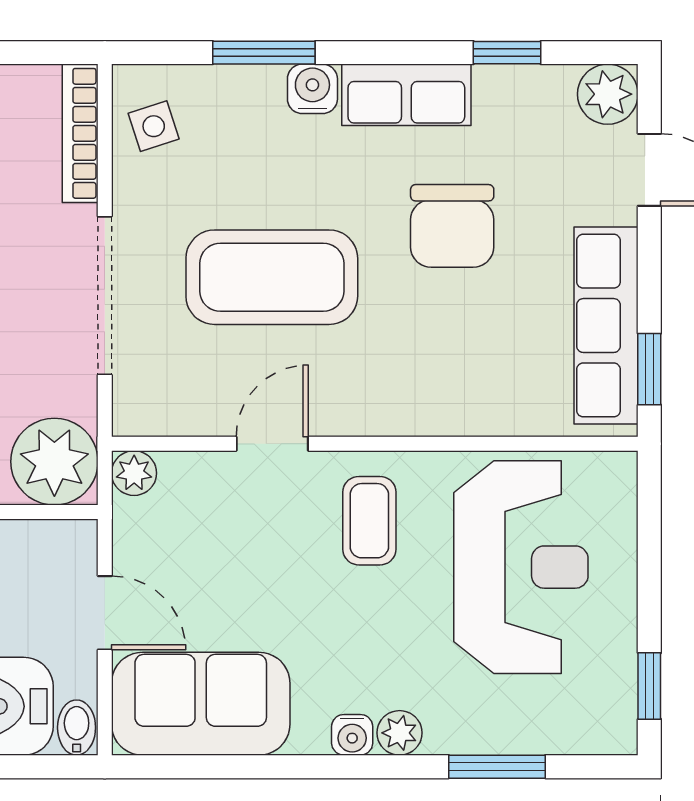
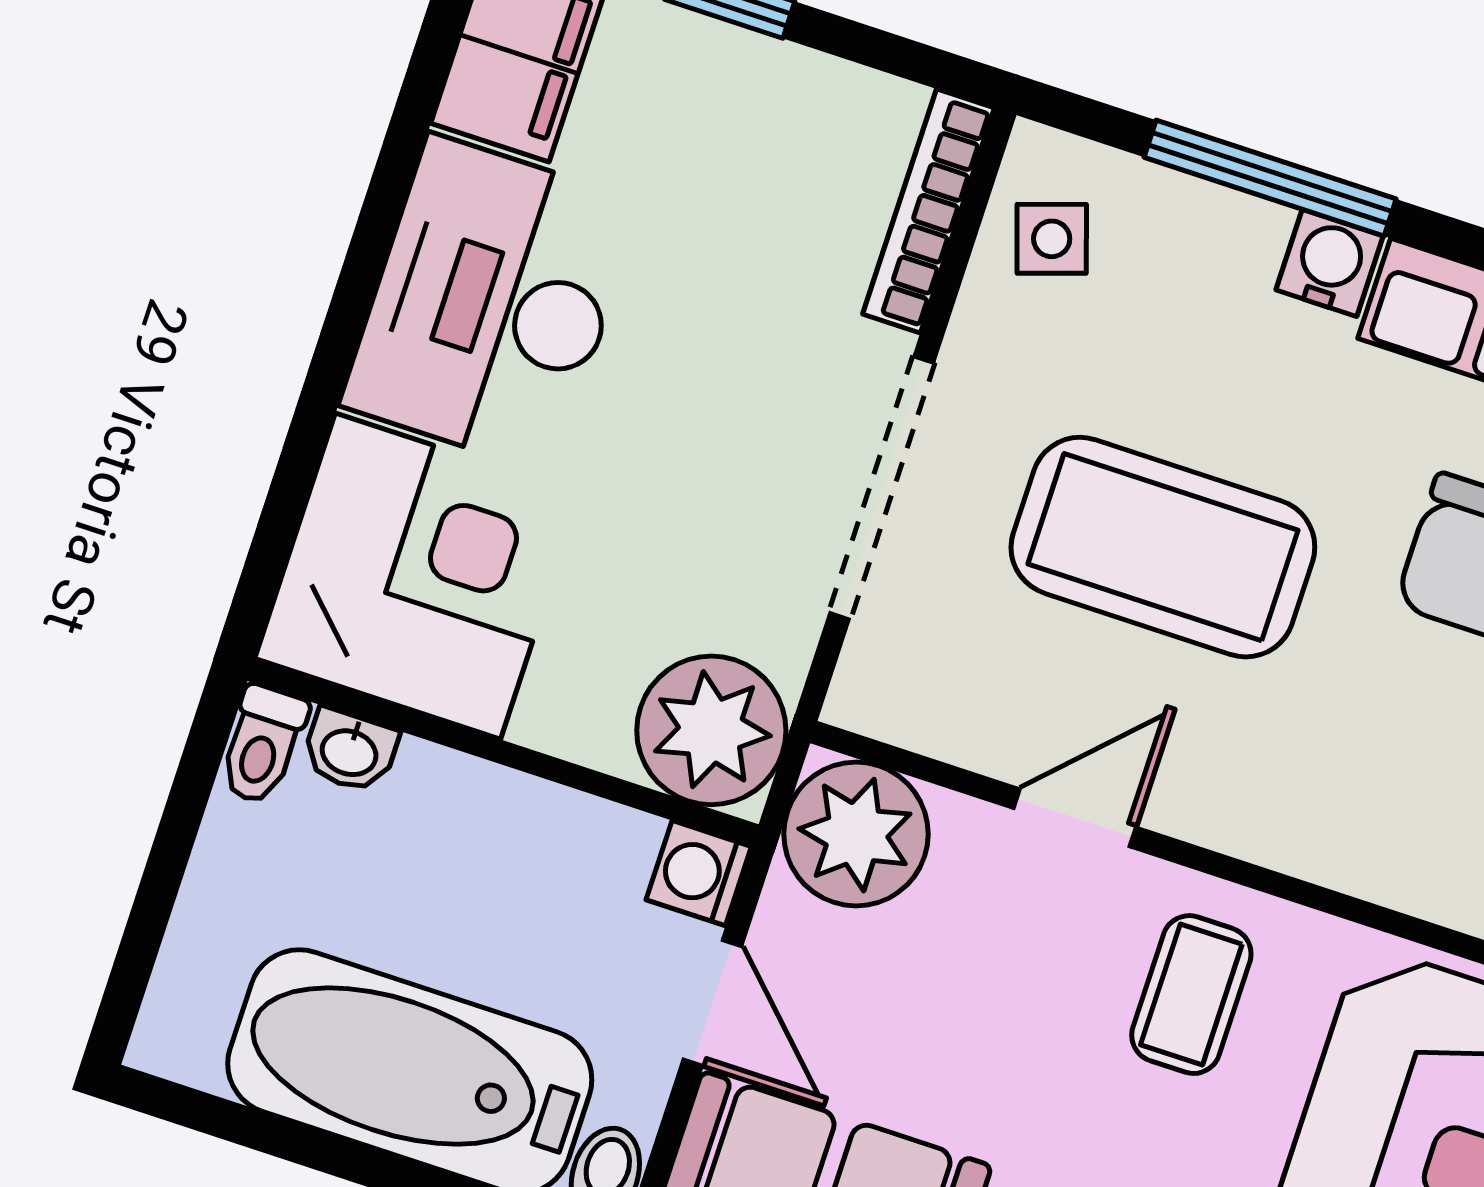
window: (264, 53) -> (1270, 178), width x1.44
plant: (134, 473) -> (856, 834), width x1.87, depth x1.87
washing machine: (73, 543) -> (699, 873), added

